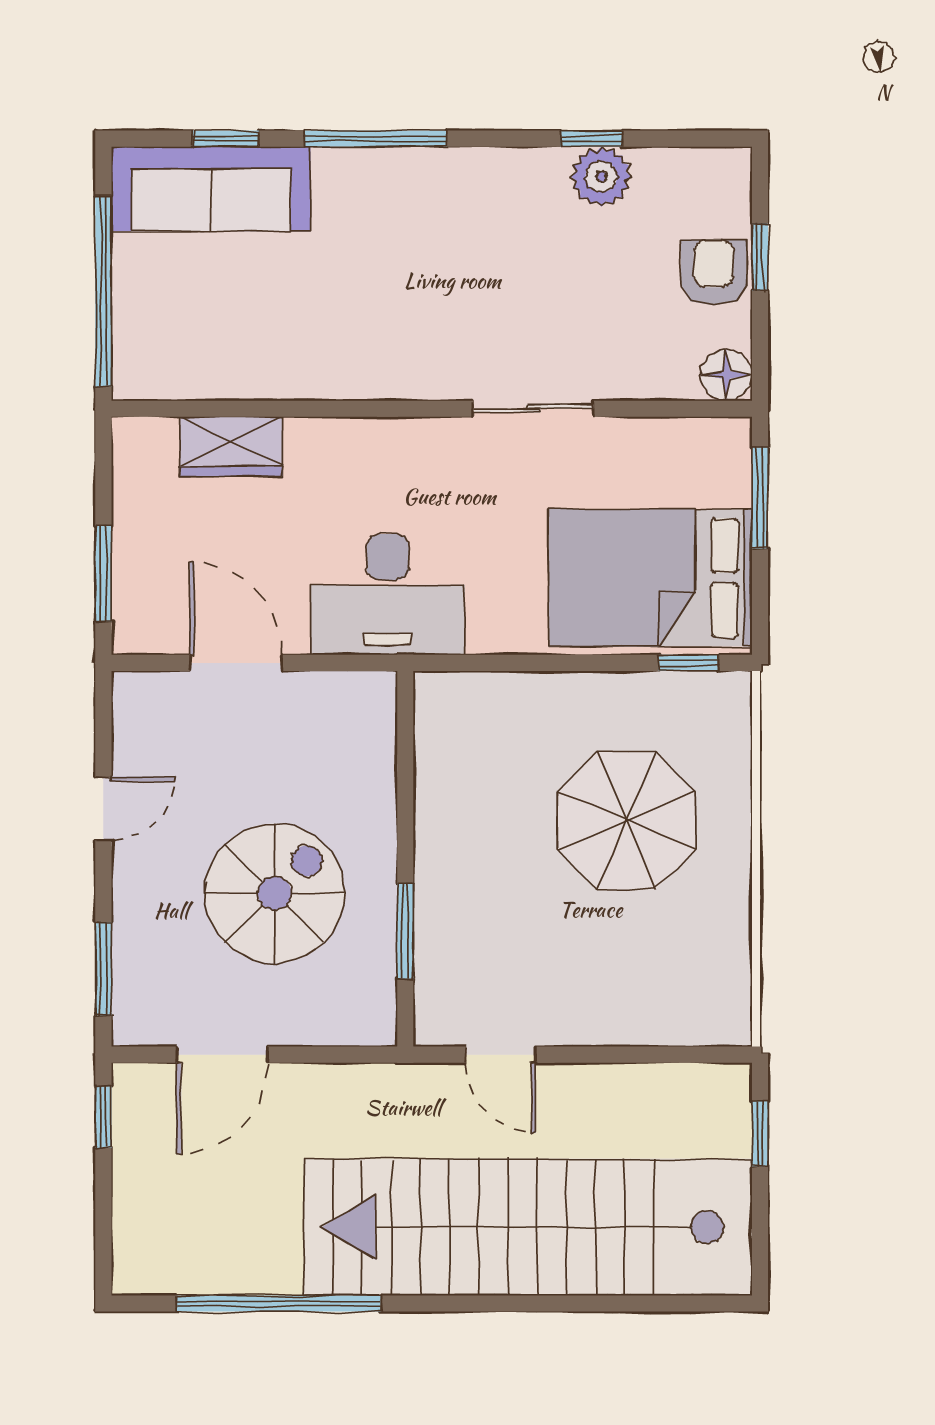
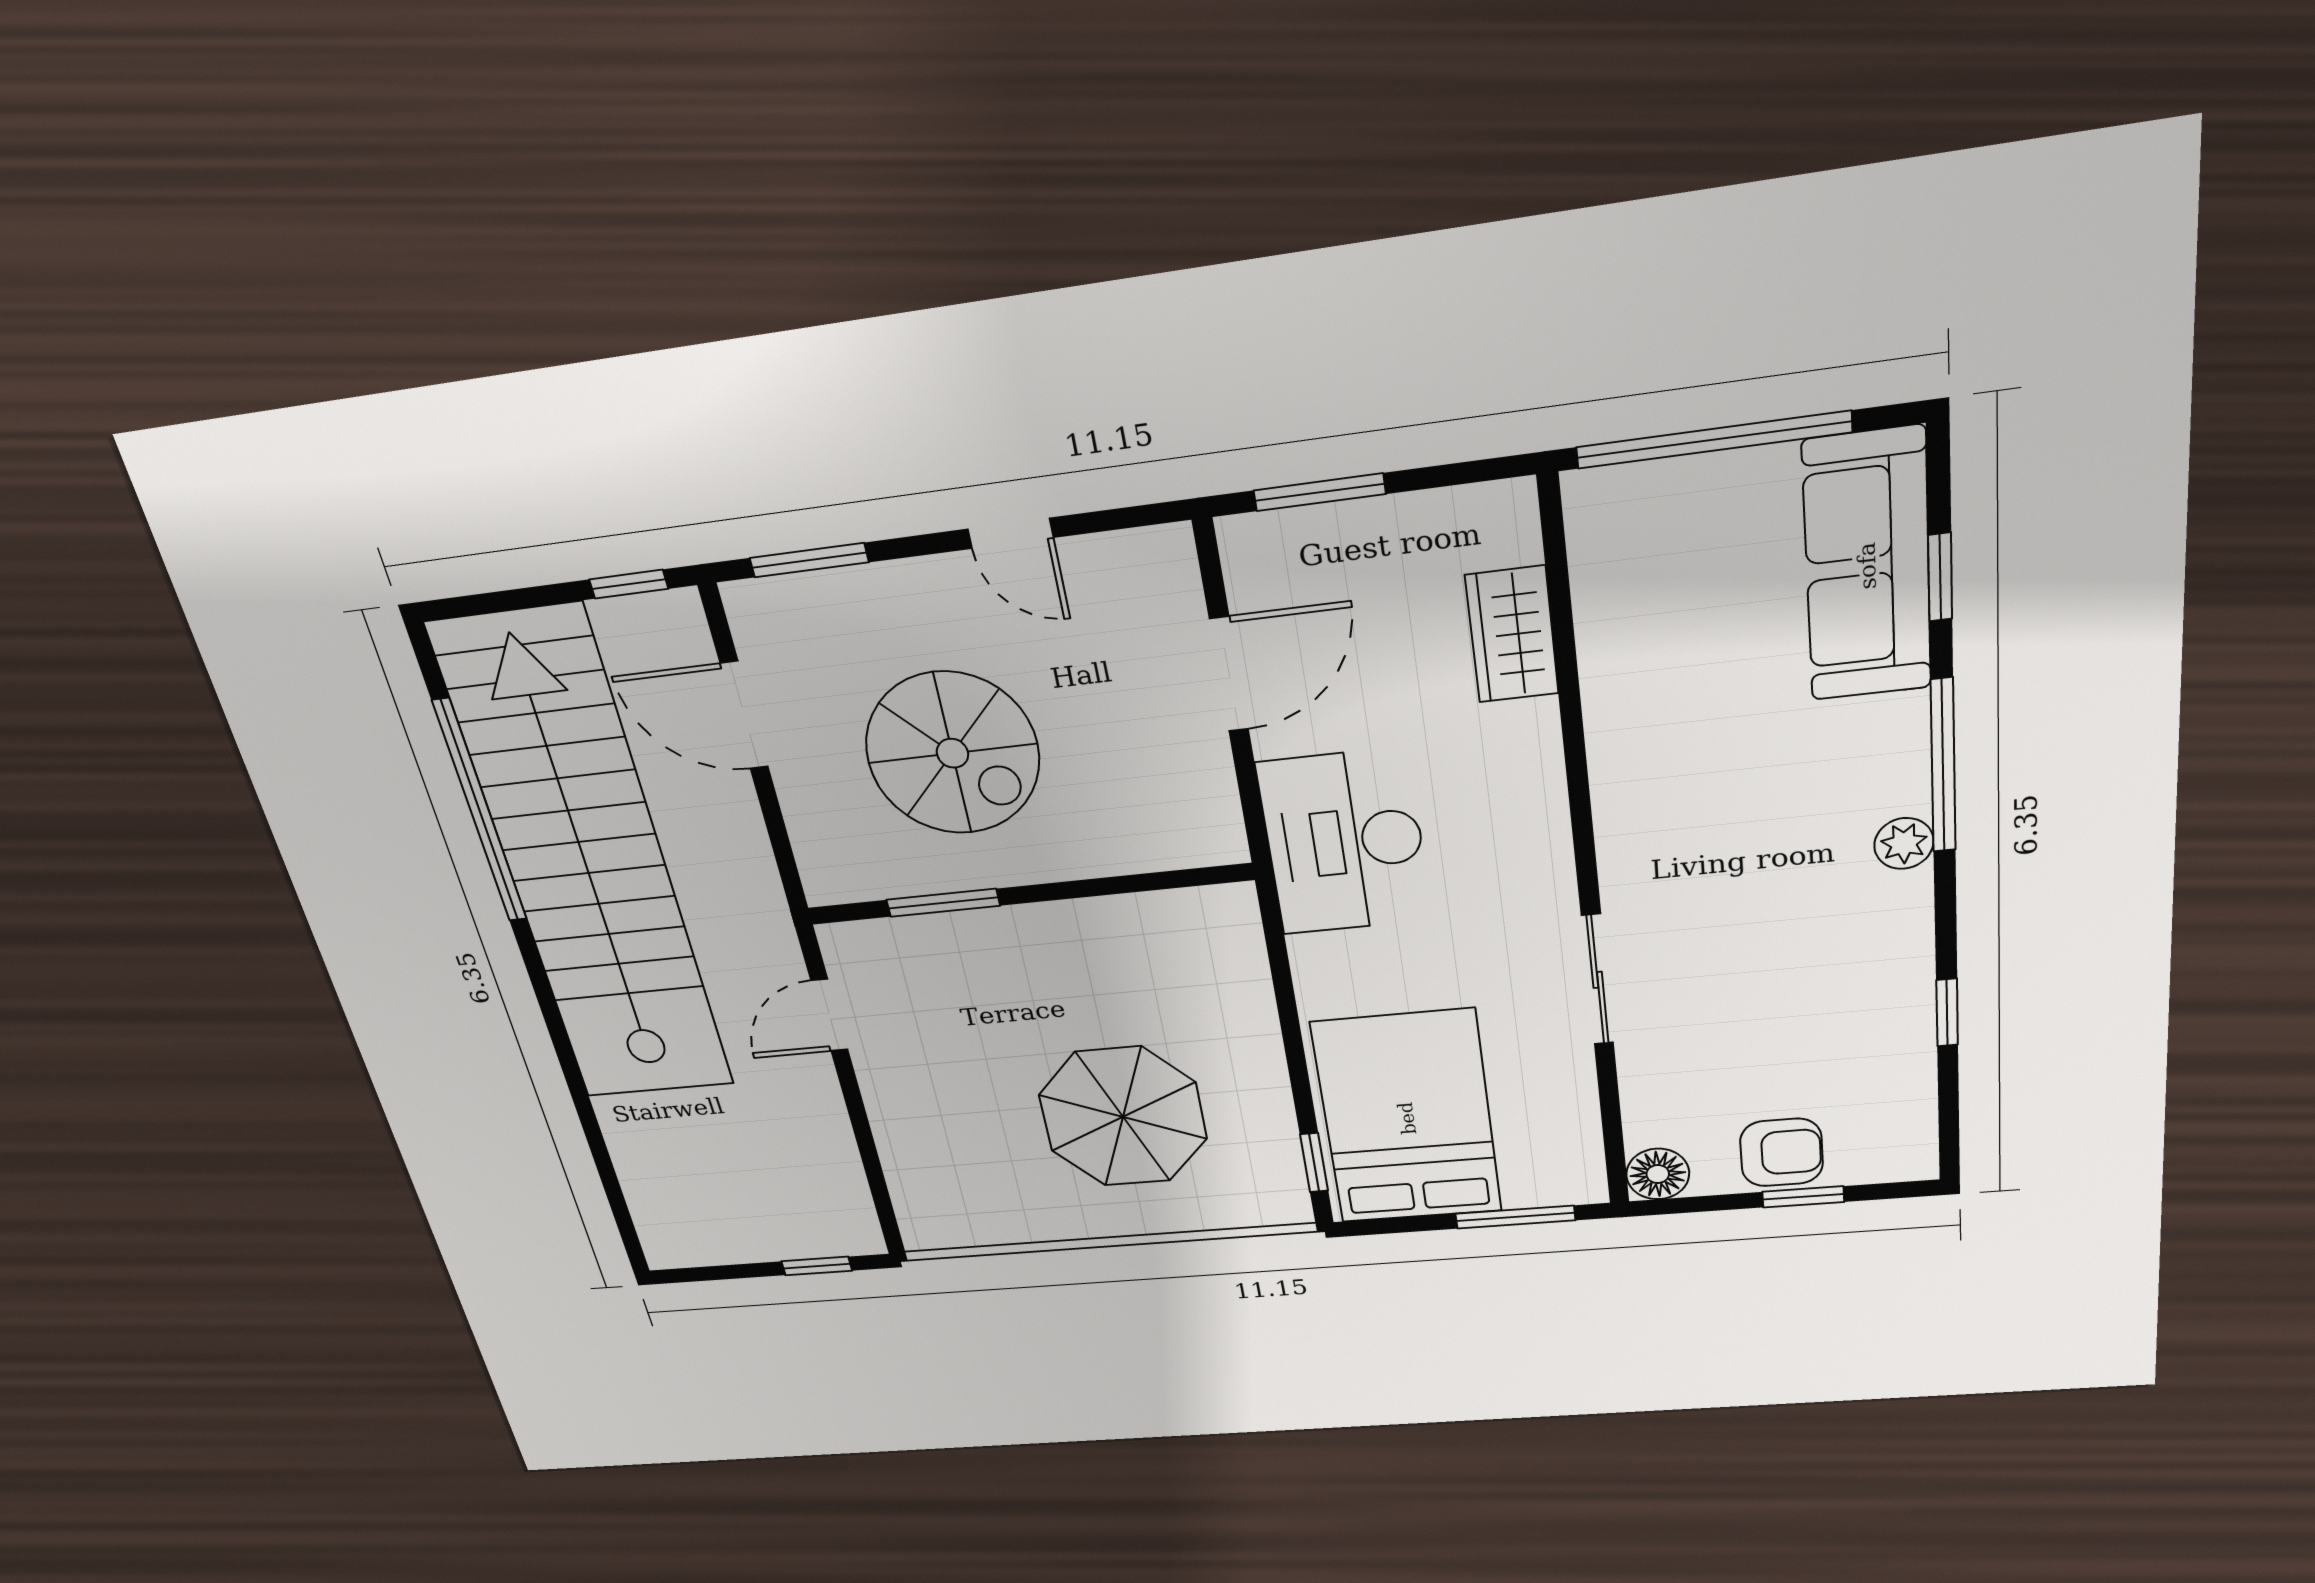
plant: (601, 177) -> (1904, 843), moved, width x0.73, depth x0.73
stairs: (528, 1227) -> (586, 863), moved

